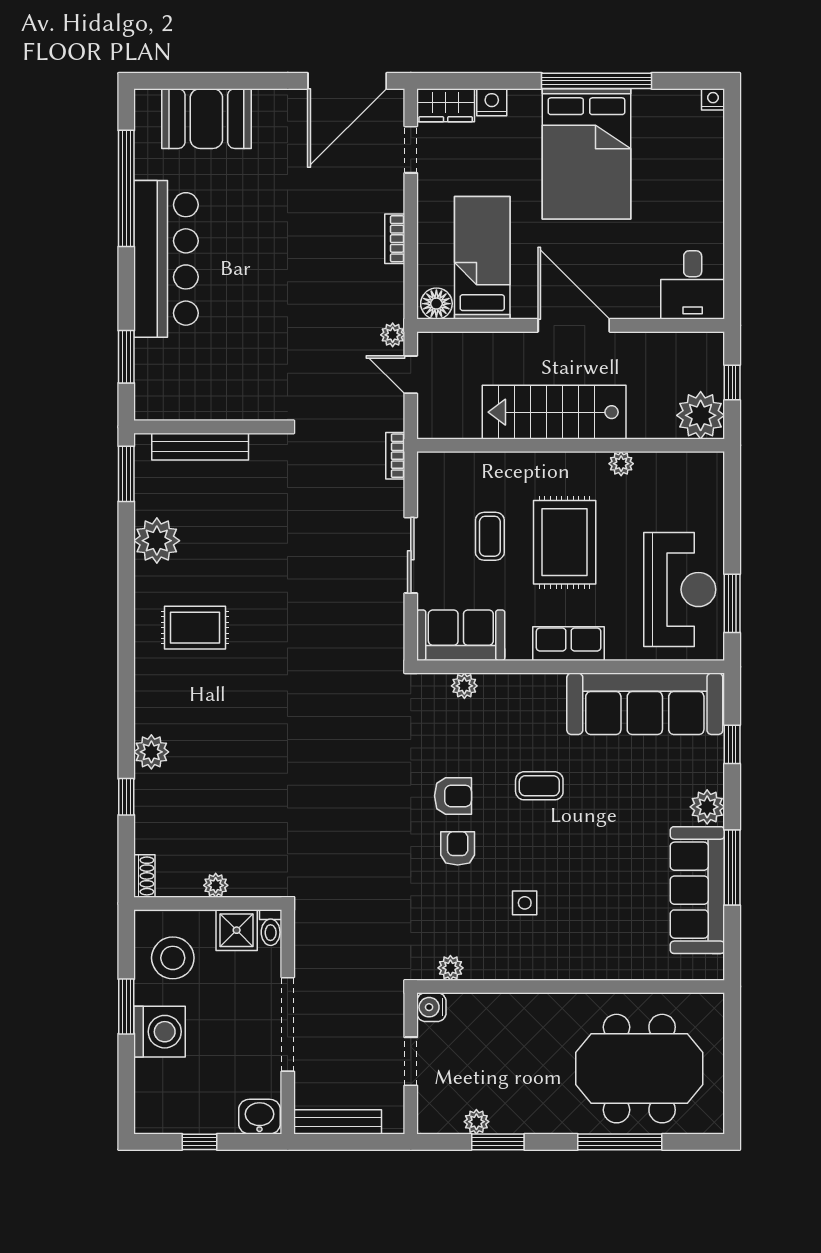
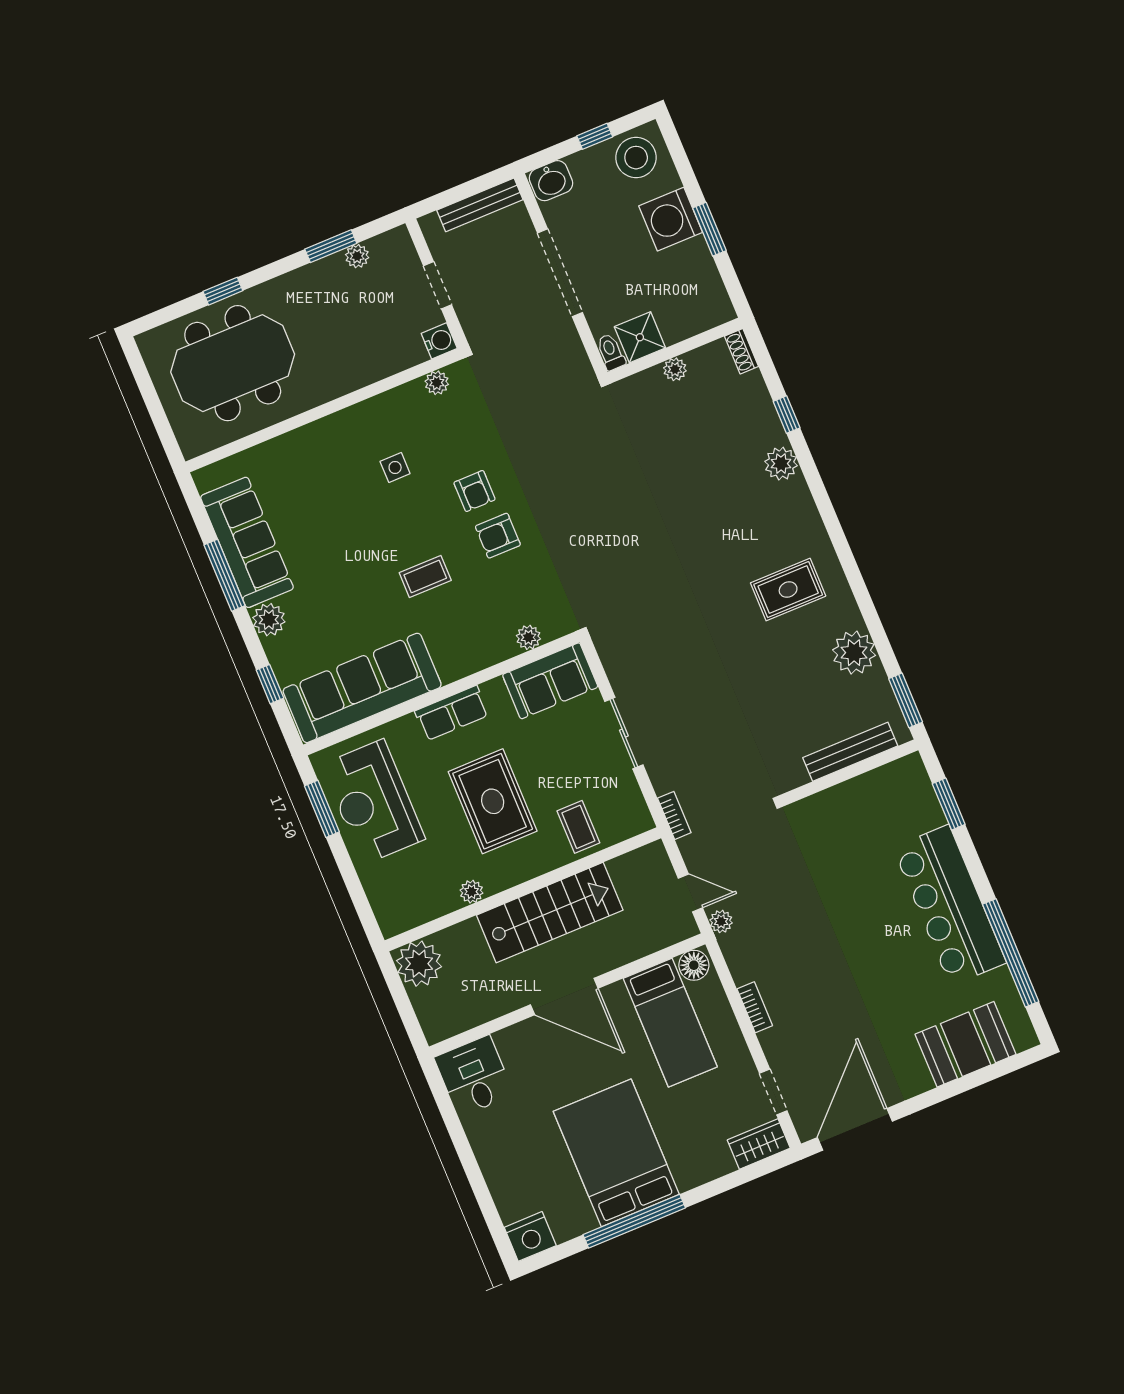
nightstand: (713, 99) -> (530, 1236), width x1.89, depth x1.79
nightstand: (492, 102) -> (719, 1164), removed
window: (732, 382) -> (403, 1004), removed
coffee table: (490, 536) -> (578, 827), moved
stool: (173, 958) -> (636, 158), moved
window: (620, 1142) -> (223, 291), width x0.46

